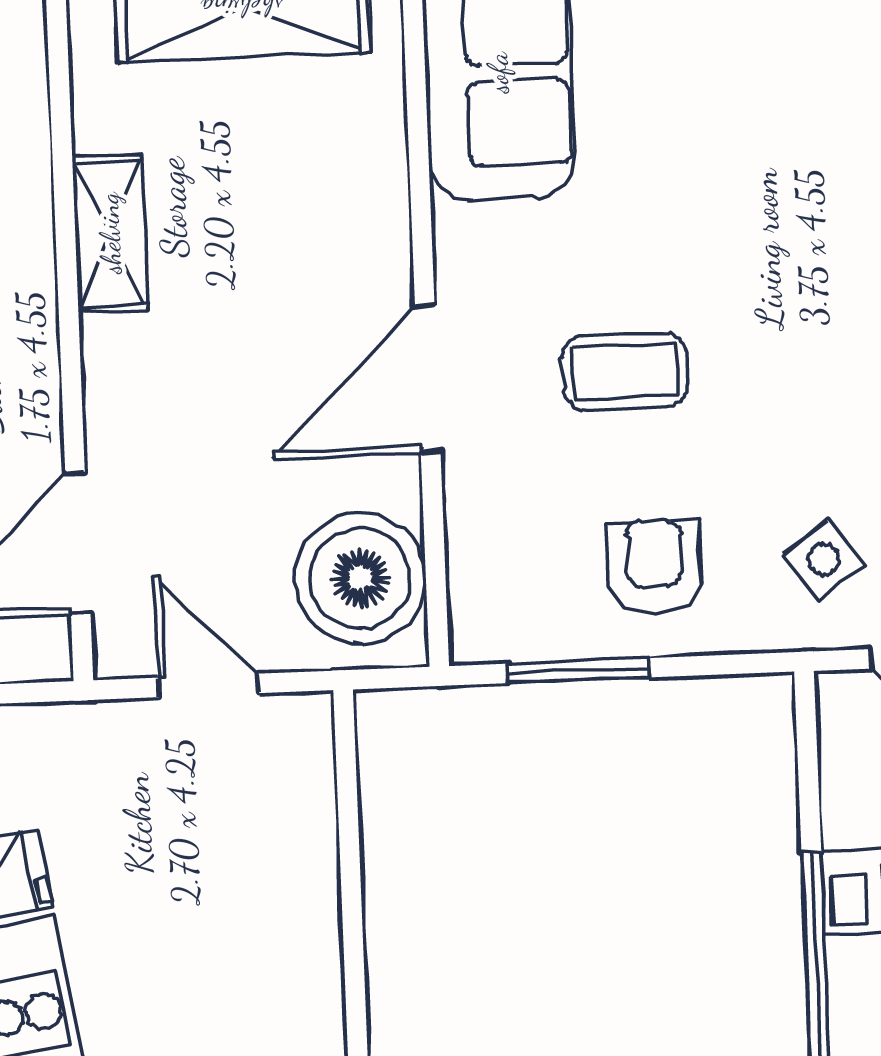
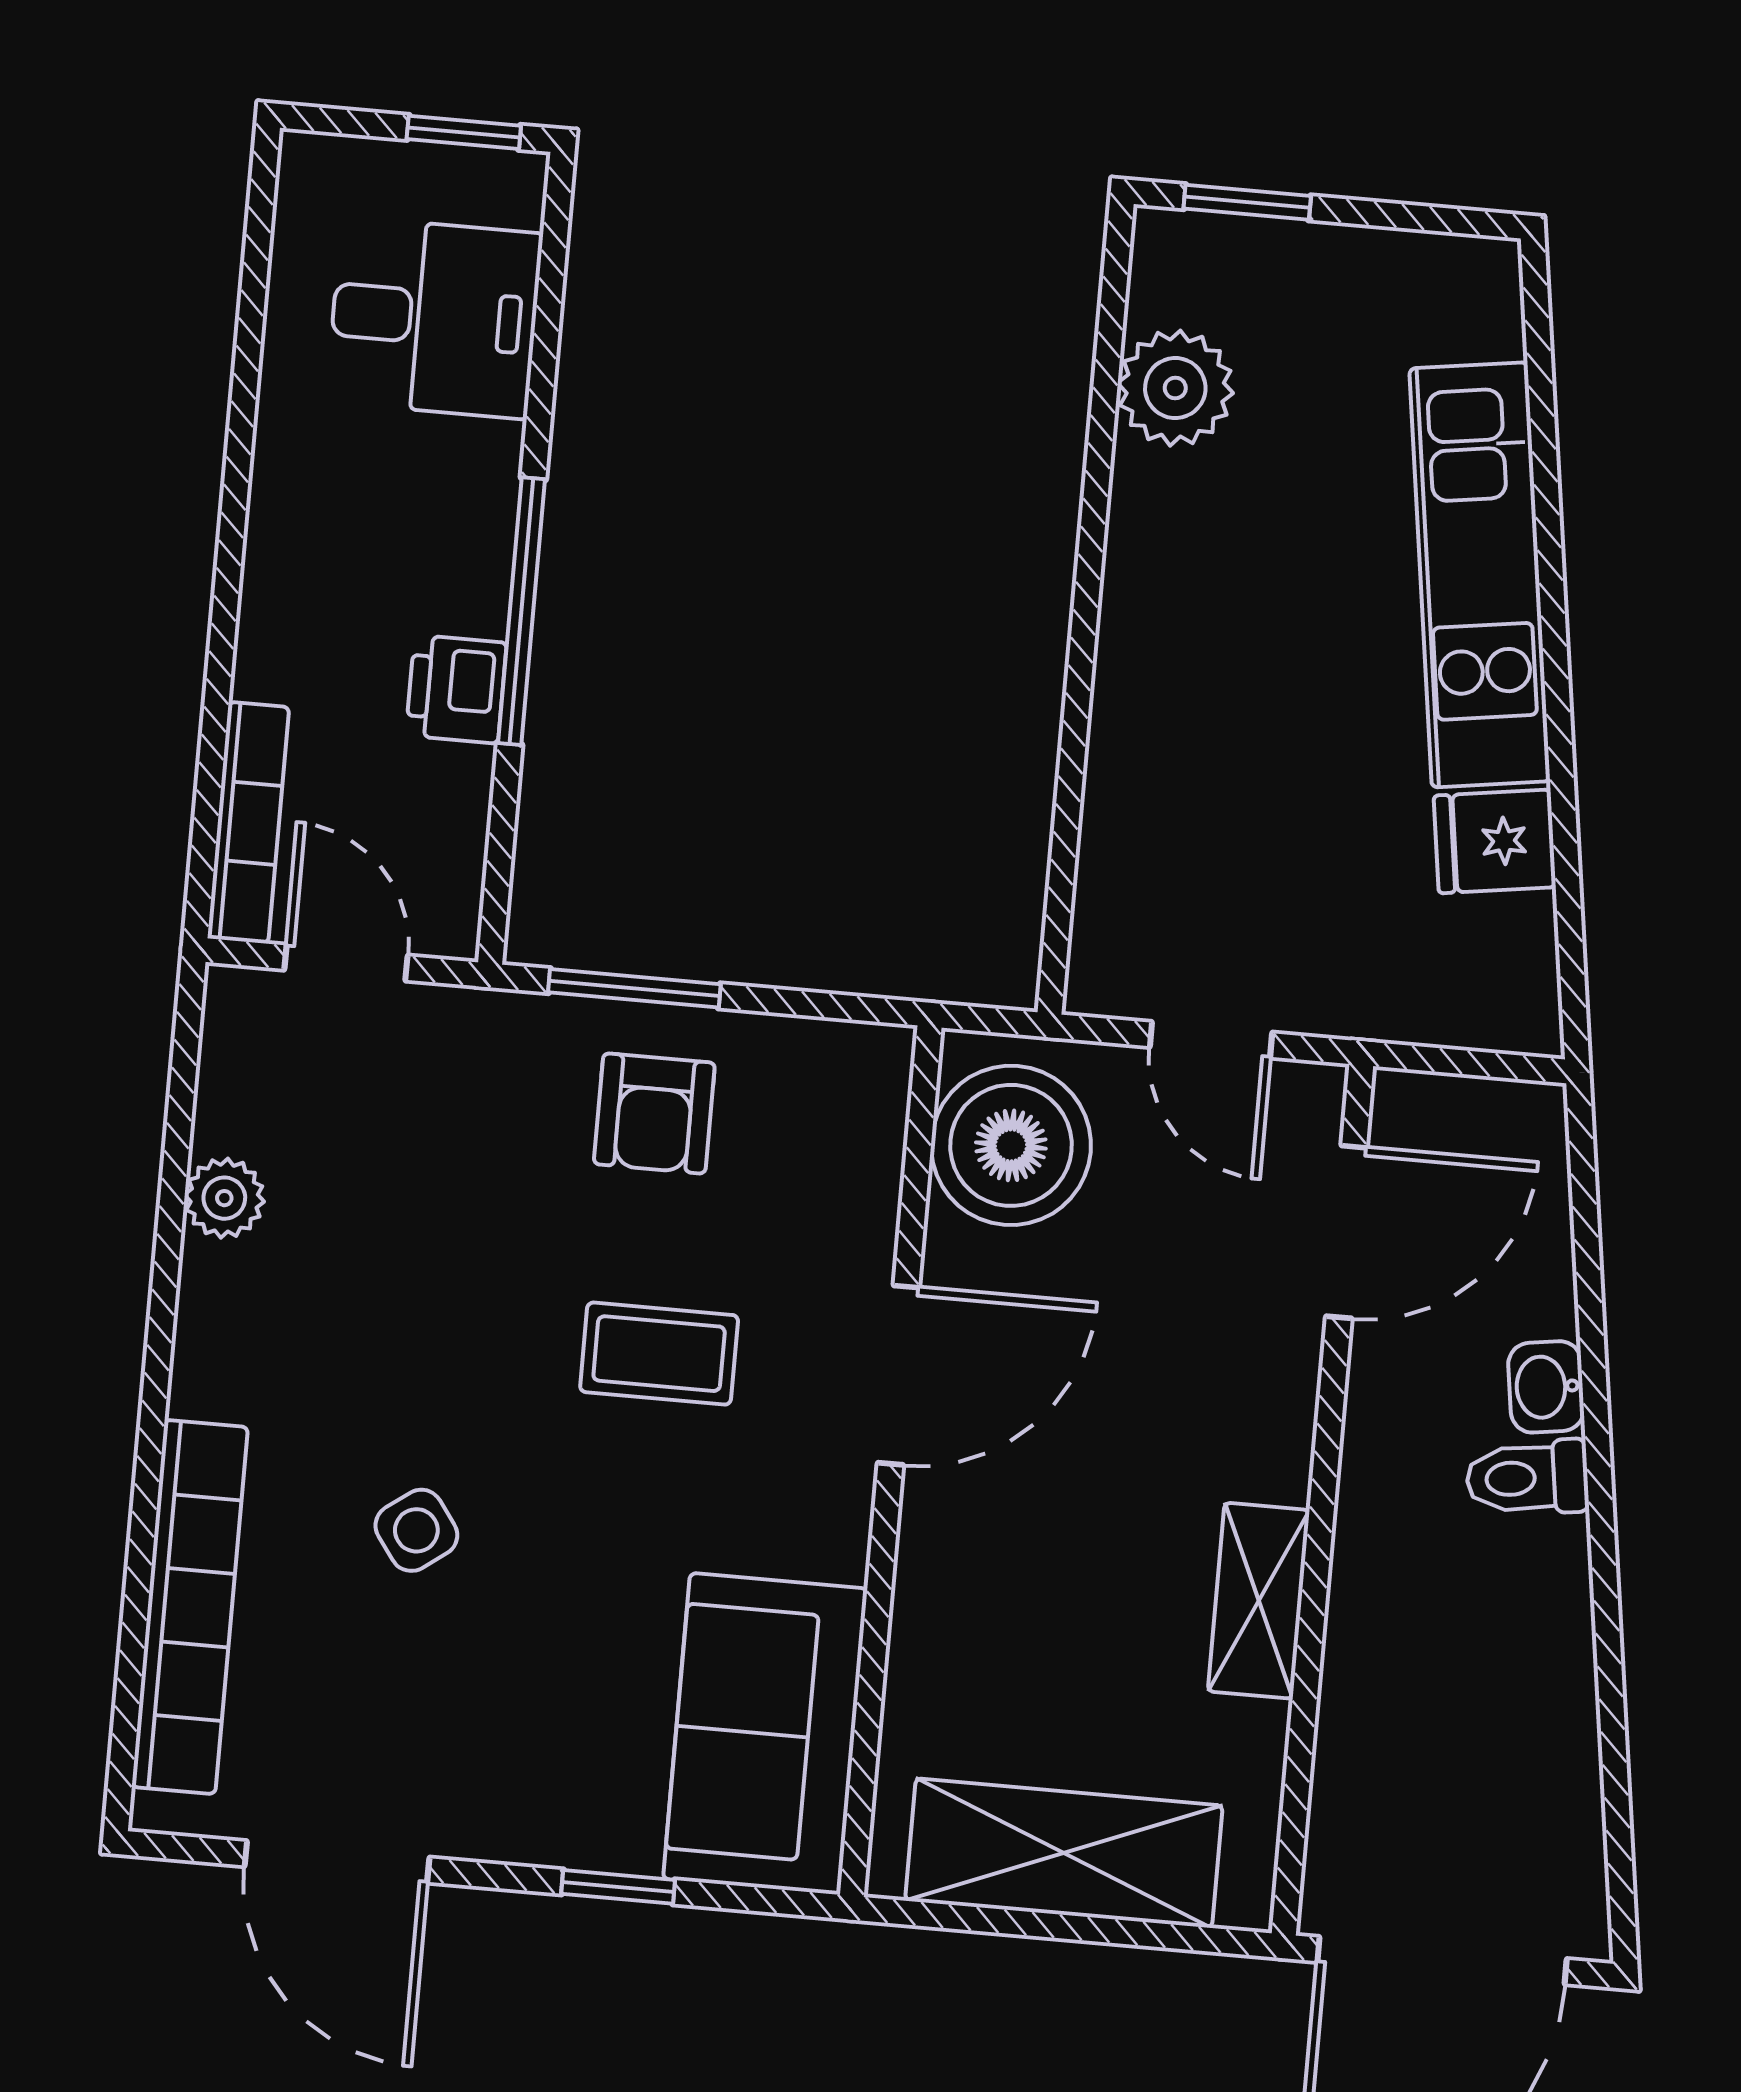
side table: (824, 559) -> (416, 1530), moved
window: (579, 671) -> (634, 988), moved

